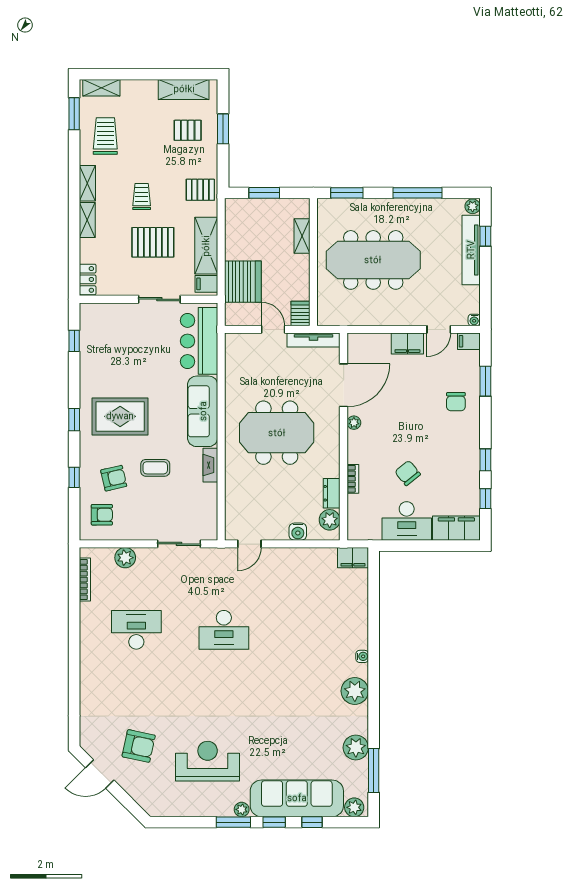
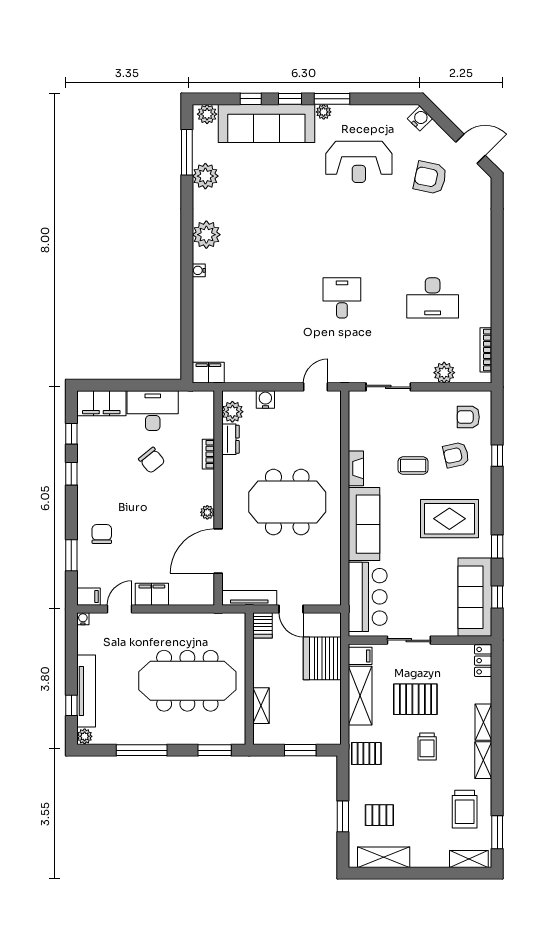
sofa: (96, 341) -> (475, 597), added
window: (74, 420) -> (497, 546), moved
desk: (224, 630) -> (342, 298), width x0.73
water cooler: (149, 803) -> (420, 119), added

